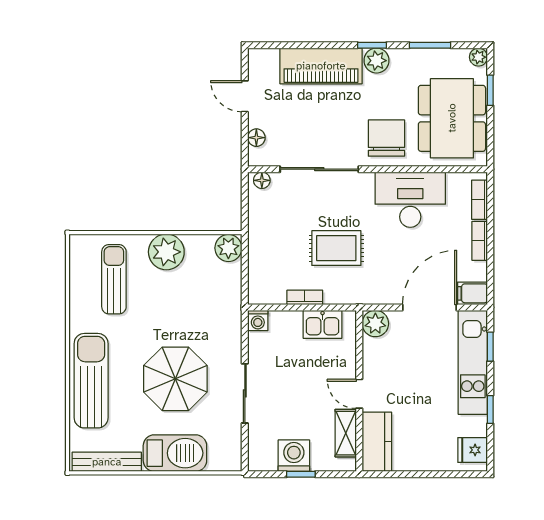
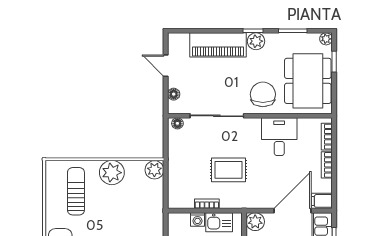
desk: (410, 200) -> (279, 137), width x0.73
washing machine: (258, 320) -> (198, 220), moved

